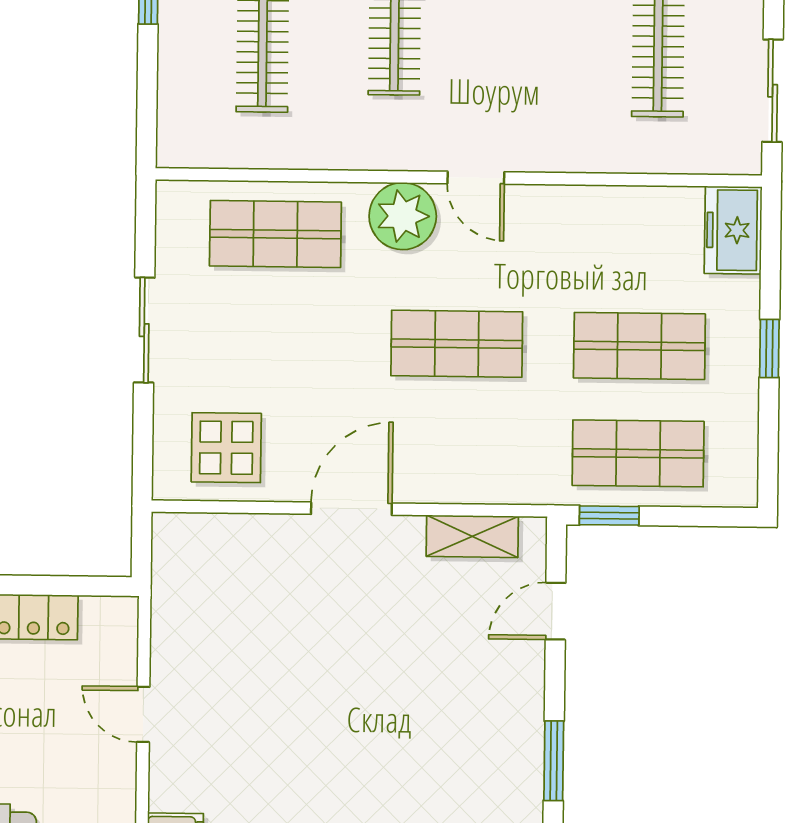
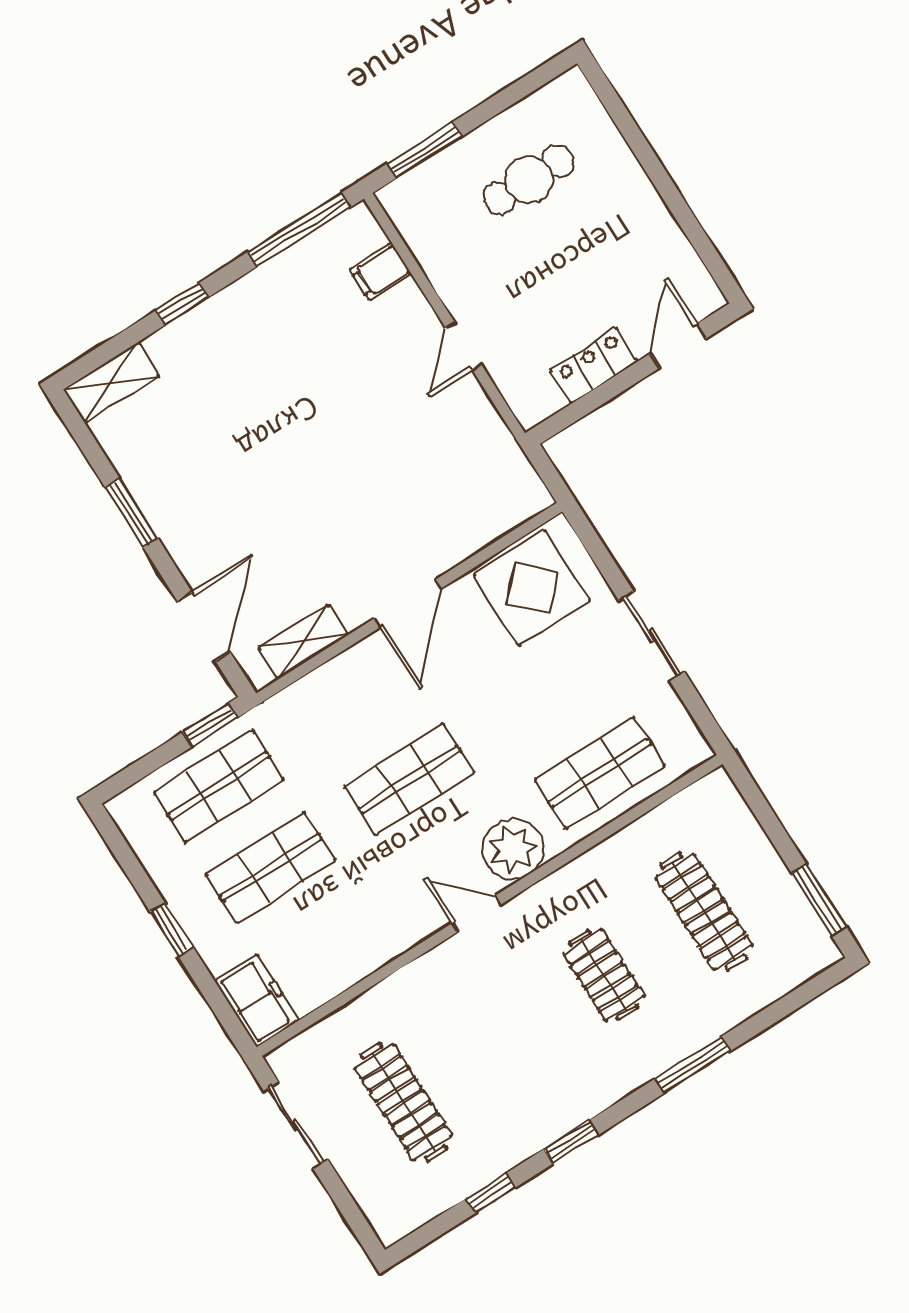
display table: (226, 448) -> (532, 588), width x1.36, depth x1.36
door: (556, 611) -> (204, 626), width x1.38
door: (143, 714) -> (464, 346), swing flipped

